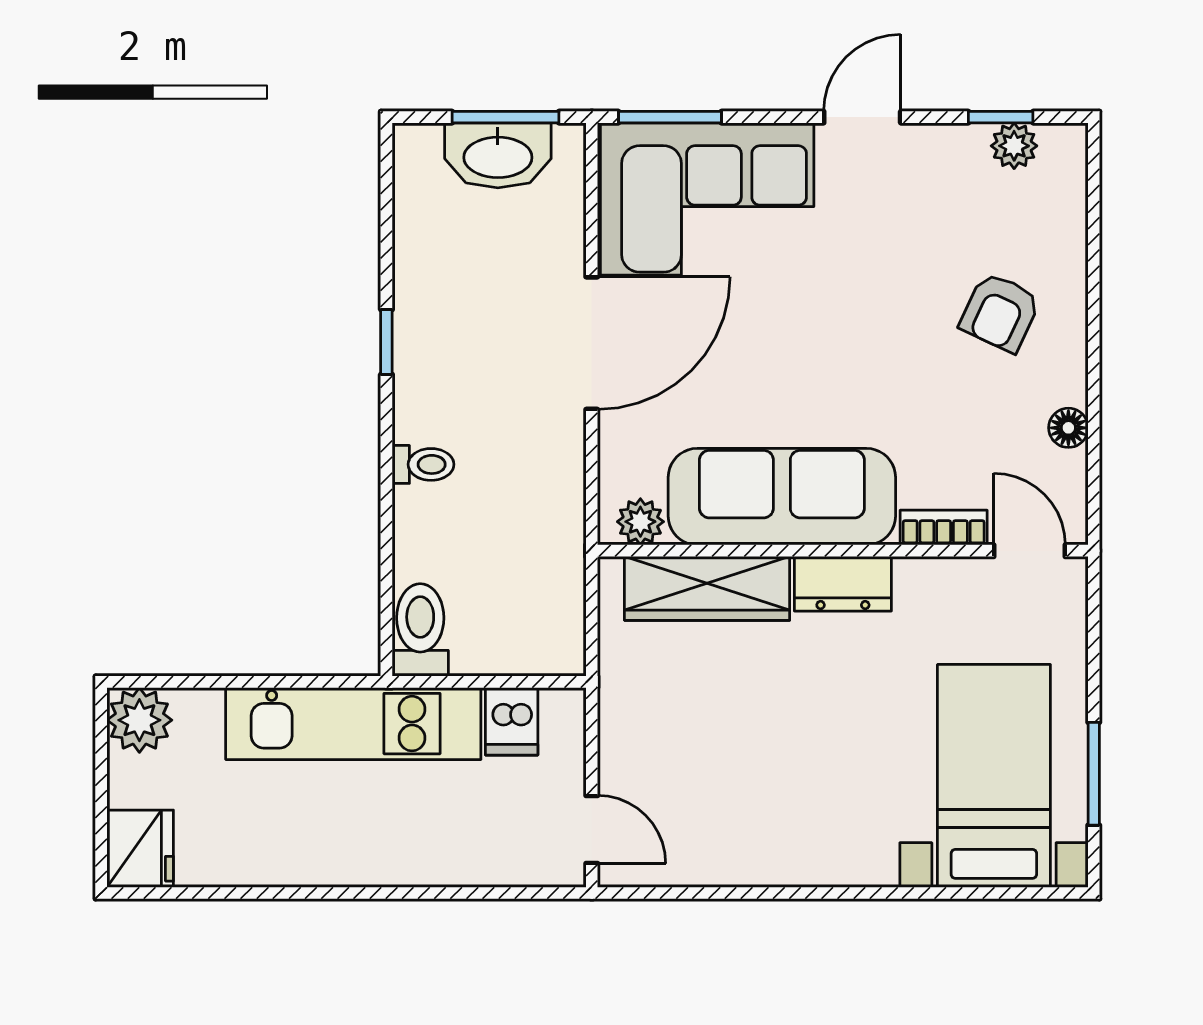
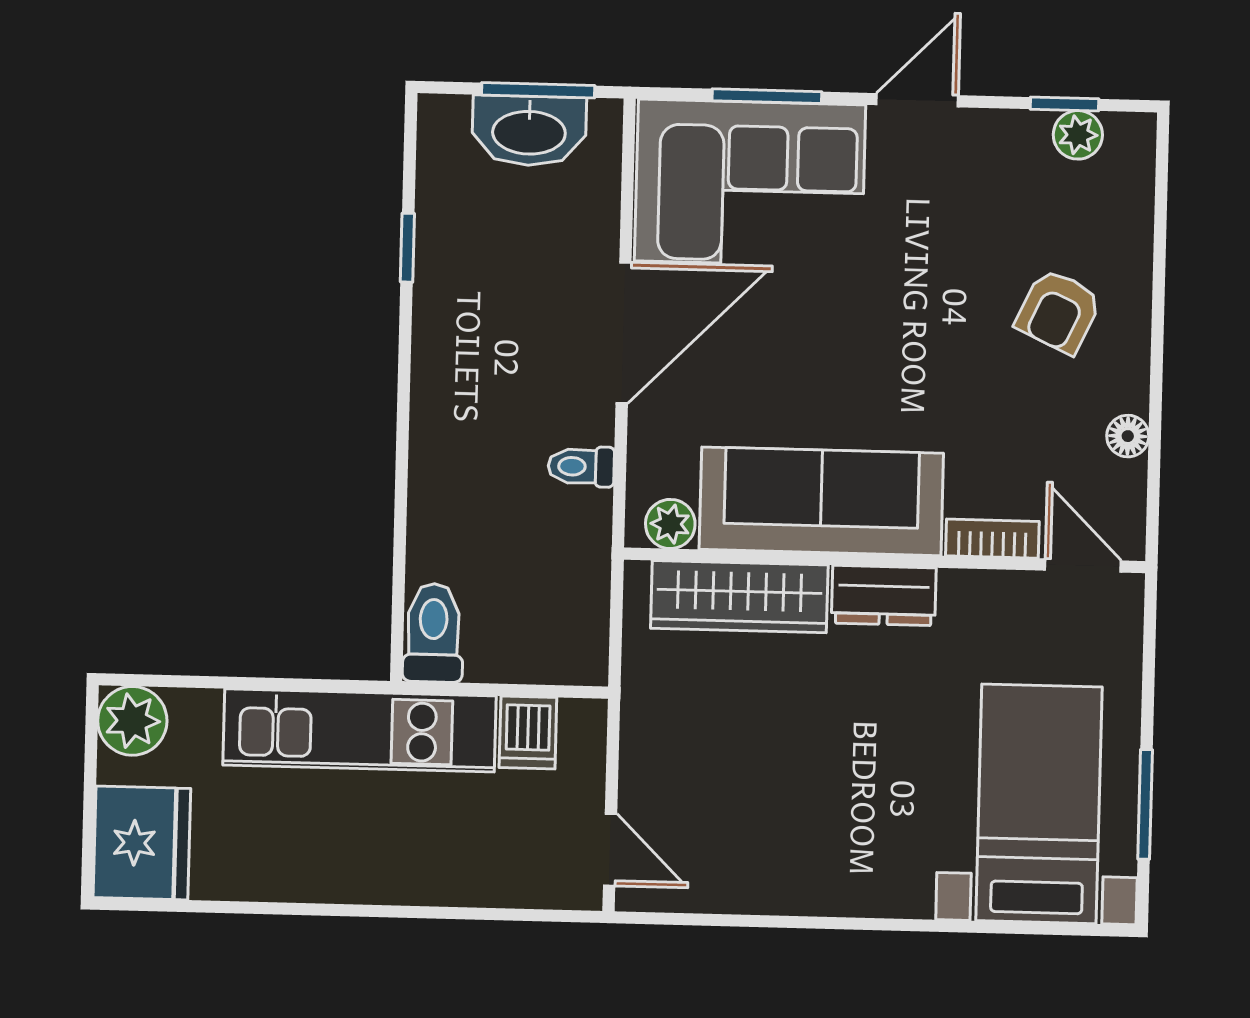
window: (670, 117) -> (767, 96), moved
window: (386, 342) -> (407, 248), moved
toilet: (423, 464) -> (581, 466), moved, turned 180
fridge: (140, 849) -> (142, 843), width x1.36, depth x1.34

